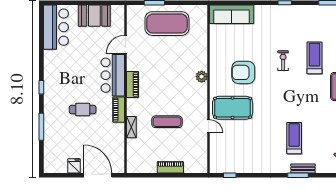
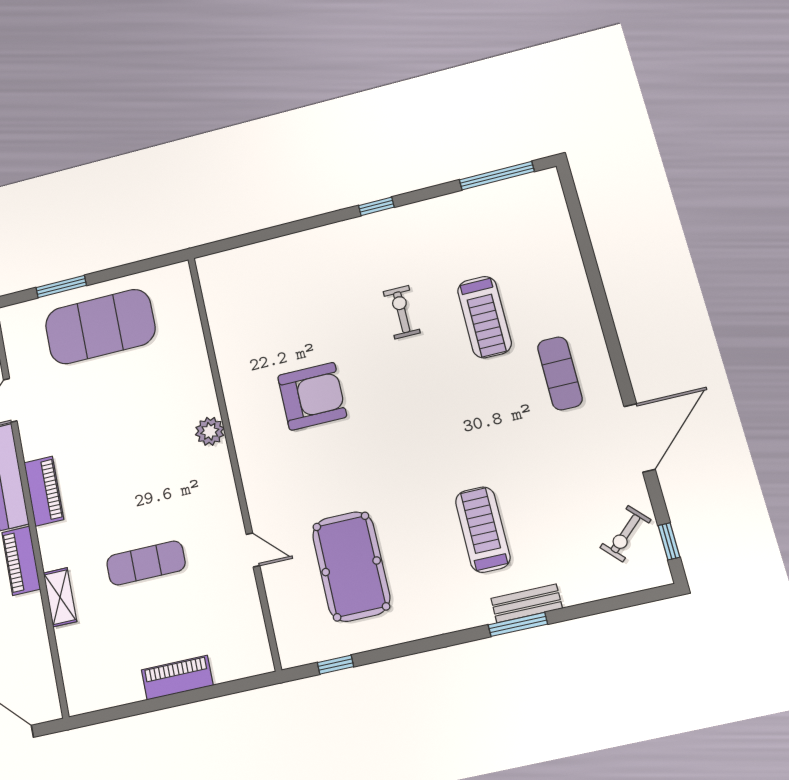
sofa: (232, 14) -> (252, 266), removed
treadmill: (314, 58) -> (484, 317), turned 180
exercise bike: (283, 61) -> (402, 312), moved
armchair: (243, 72) -> (312, 396), turned 180
pool table: (233, 108) -> (351, 566), moved, turned 90

